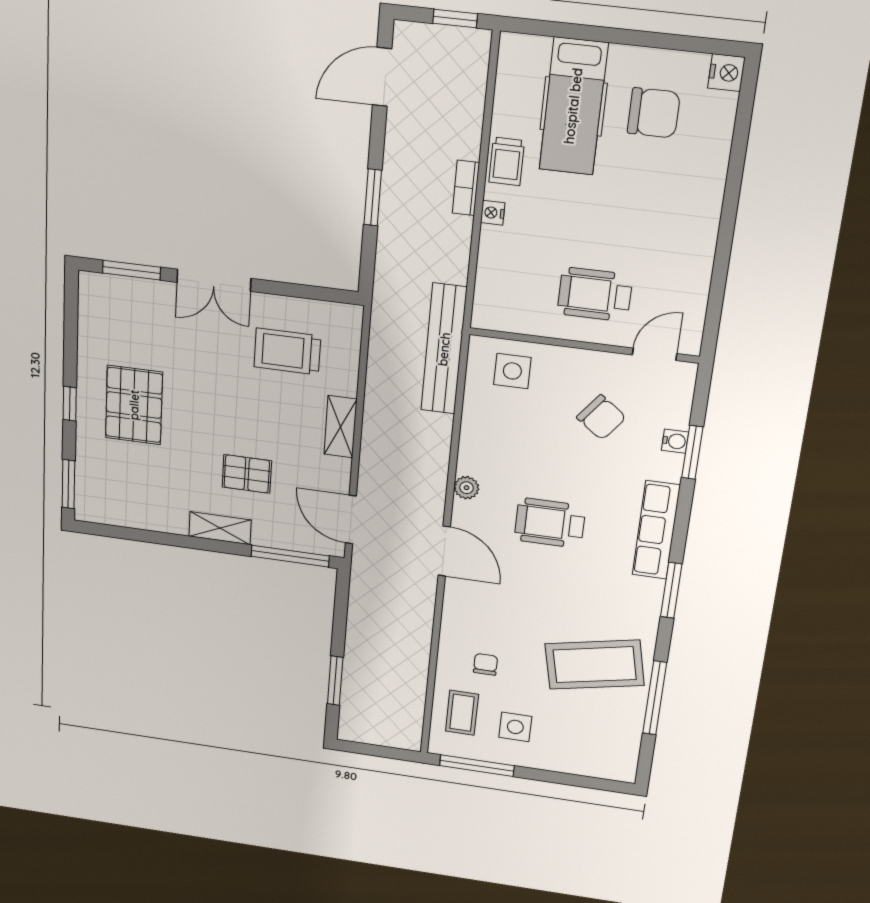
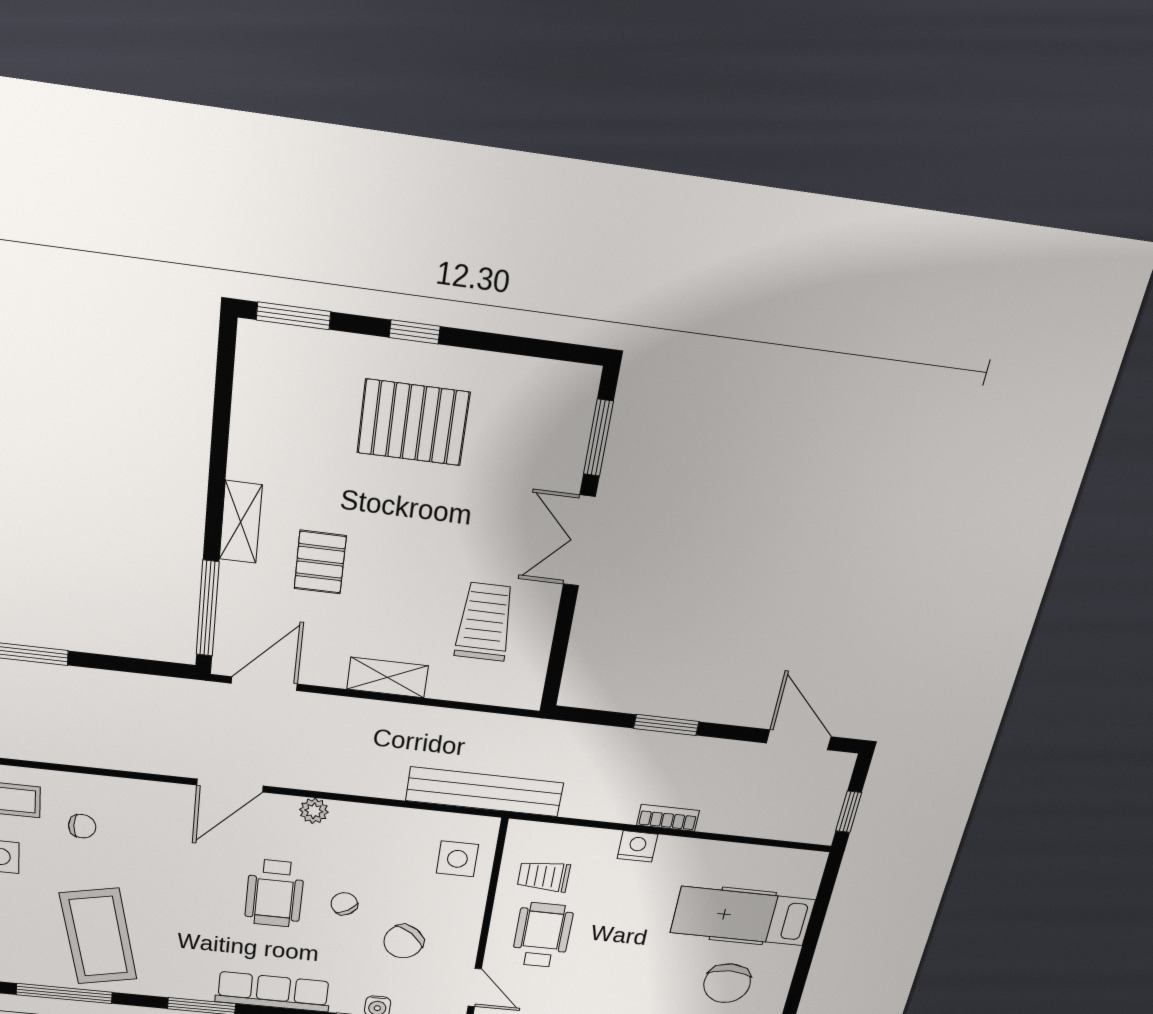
trolley: (507, 161) -> (544, 876), moved
nightstand: (493, 213) -> (637, 846), width x1.39, depth x1.35
chair: (560, 467) -> (344, 904), added
wheelchair: (550, 523) -> (274, 893), turned 180

